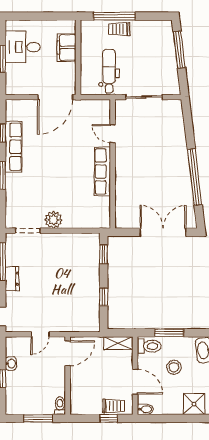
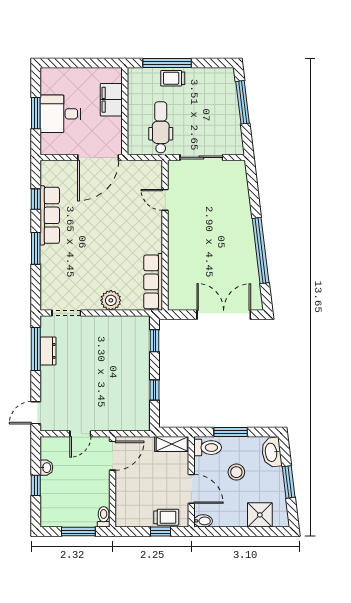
desk: (23, 47) -> (60, 114), moved
row of seats: (102, 171) -> (153, 282), moved
plant: (53, 220) -> (111, 300), moved
dresser: (12, 279) -> (48, 351), moved

